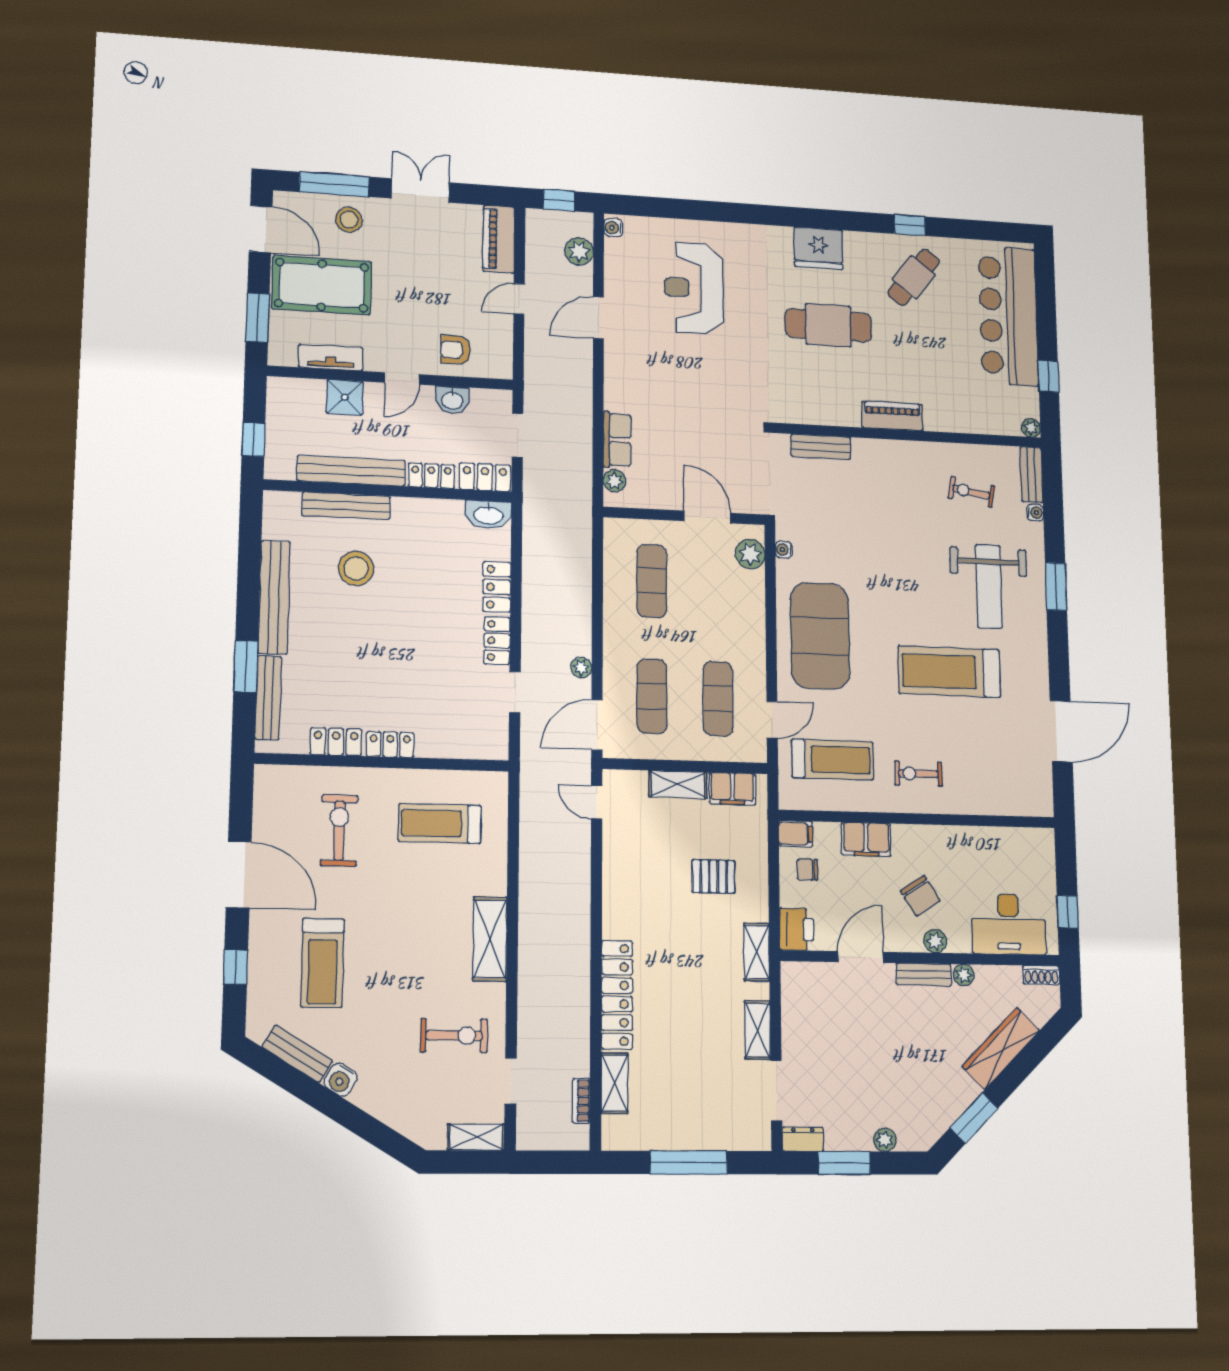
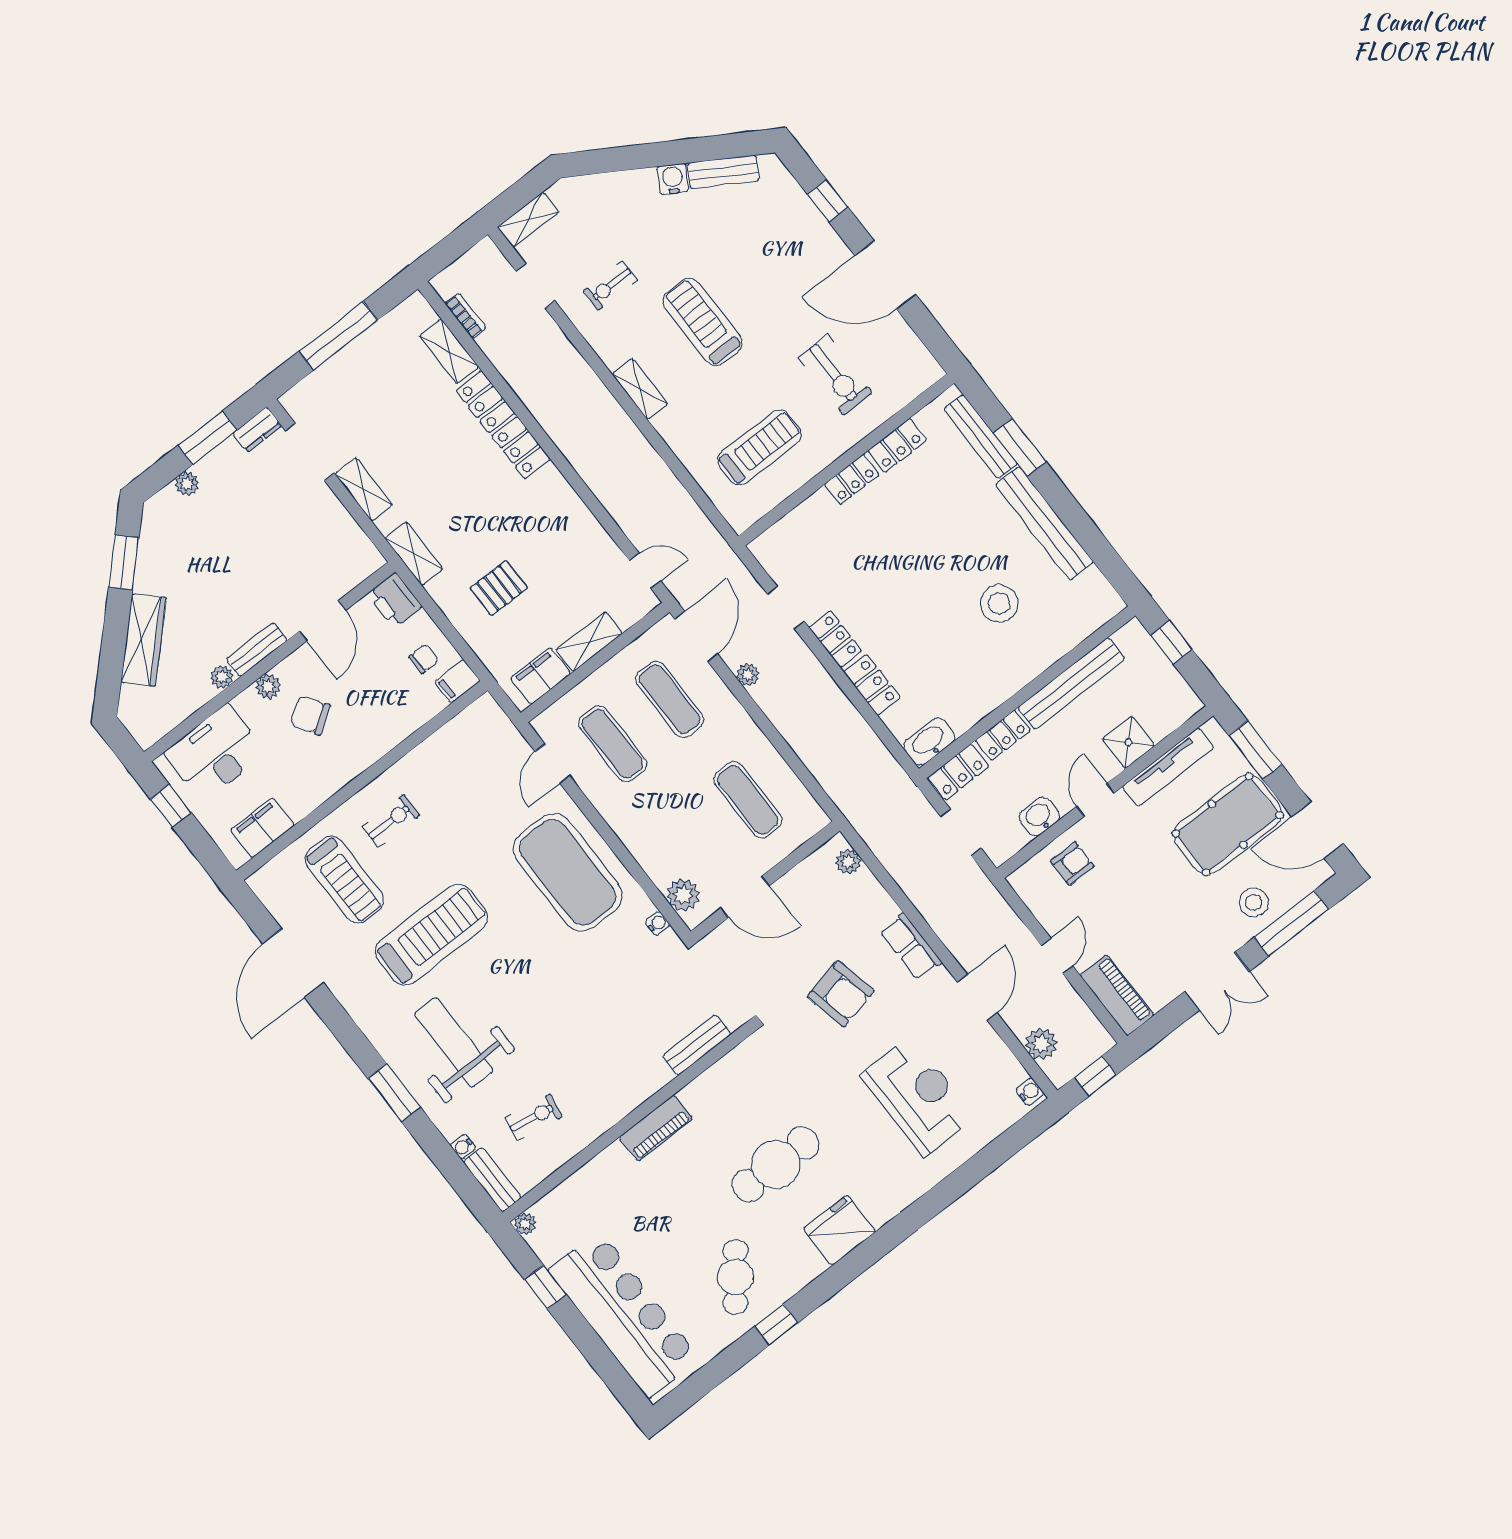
tv unit: (331, 358) -> (1168, 767), width x1.41
armchair: (692, 398) -> (841, 994), added
row of seats: (617, 440) -> (911, 947), moved
bench: (346, 506) -> (1051, 650), removed
treadmill: (833, 760) -> (344, 880), moved, turned -90
filing cabinet: (866, 839) -> (262, 828), moved
shelving: (490, 939) -> (640, 389), width x0.67, depth x0.75
treadmill: (322, 963) -> (702, 322), moved
shoe rack: (1041, 975) -> (154, 732), removed
exercise bike: (454, 1036) -> (610, 286), width x0.73, depth x0.72

